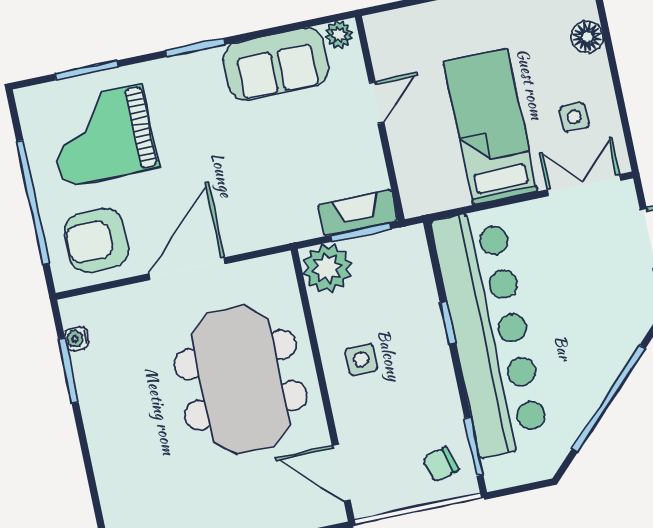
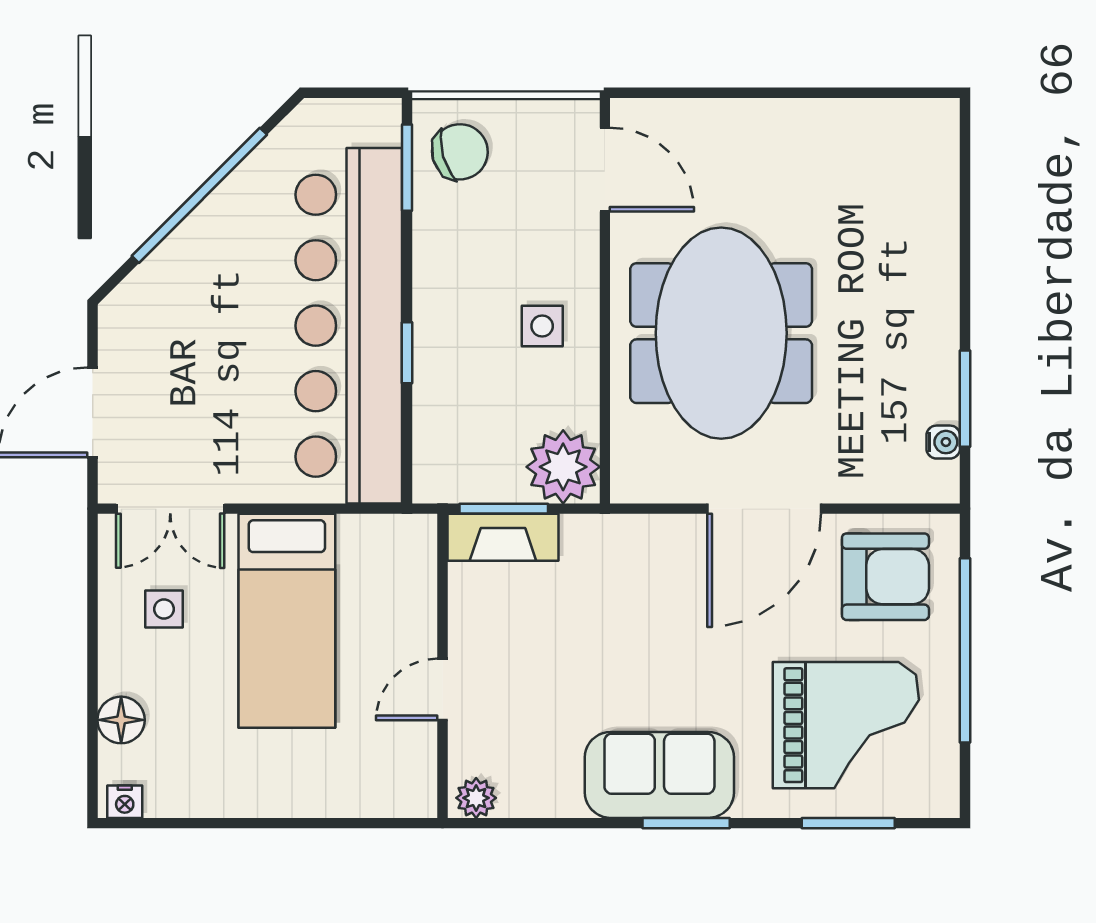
sofa: (276, 64) -> (659, 775), moved
chair: (441, 464) -> (460, 152), width x1.37, depth x1.37

